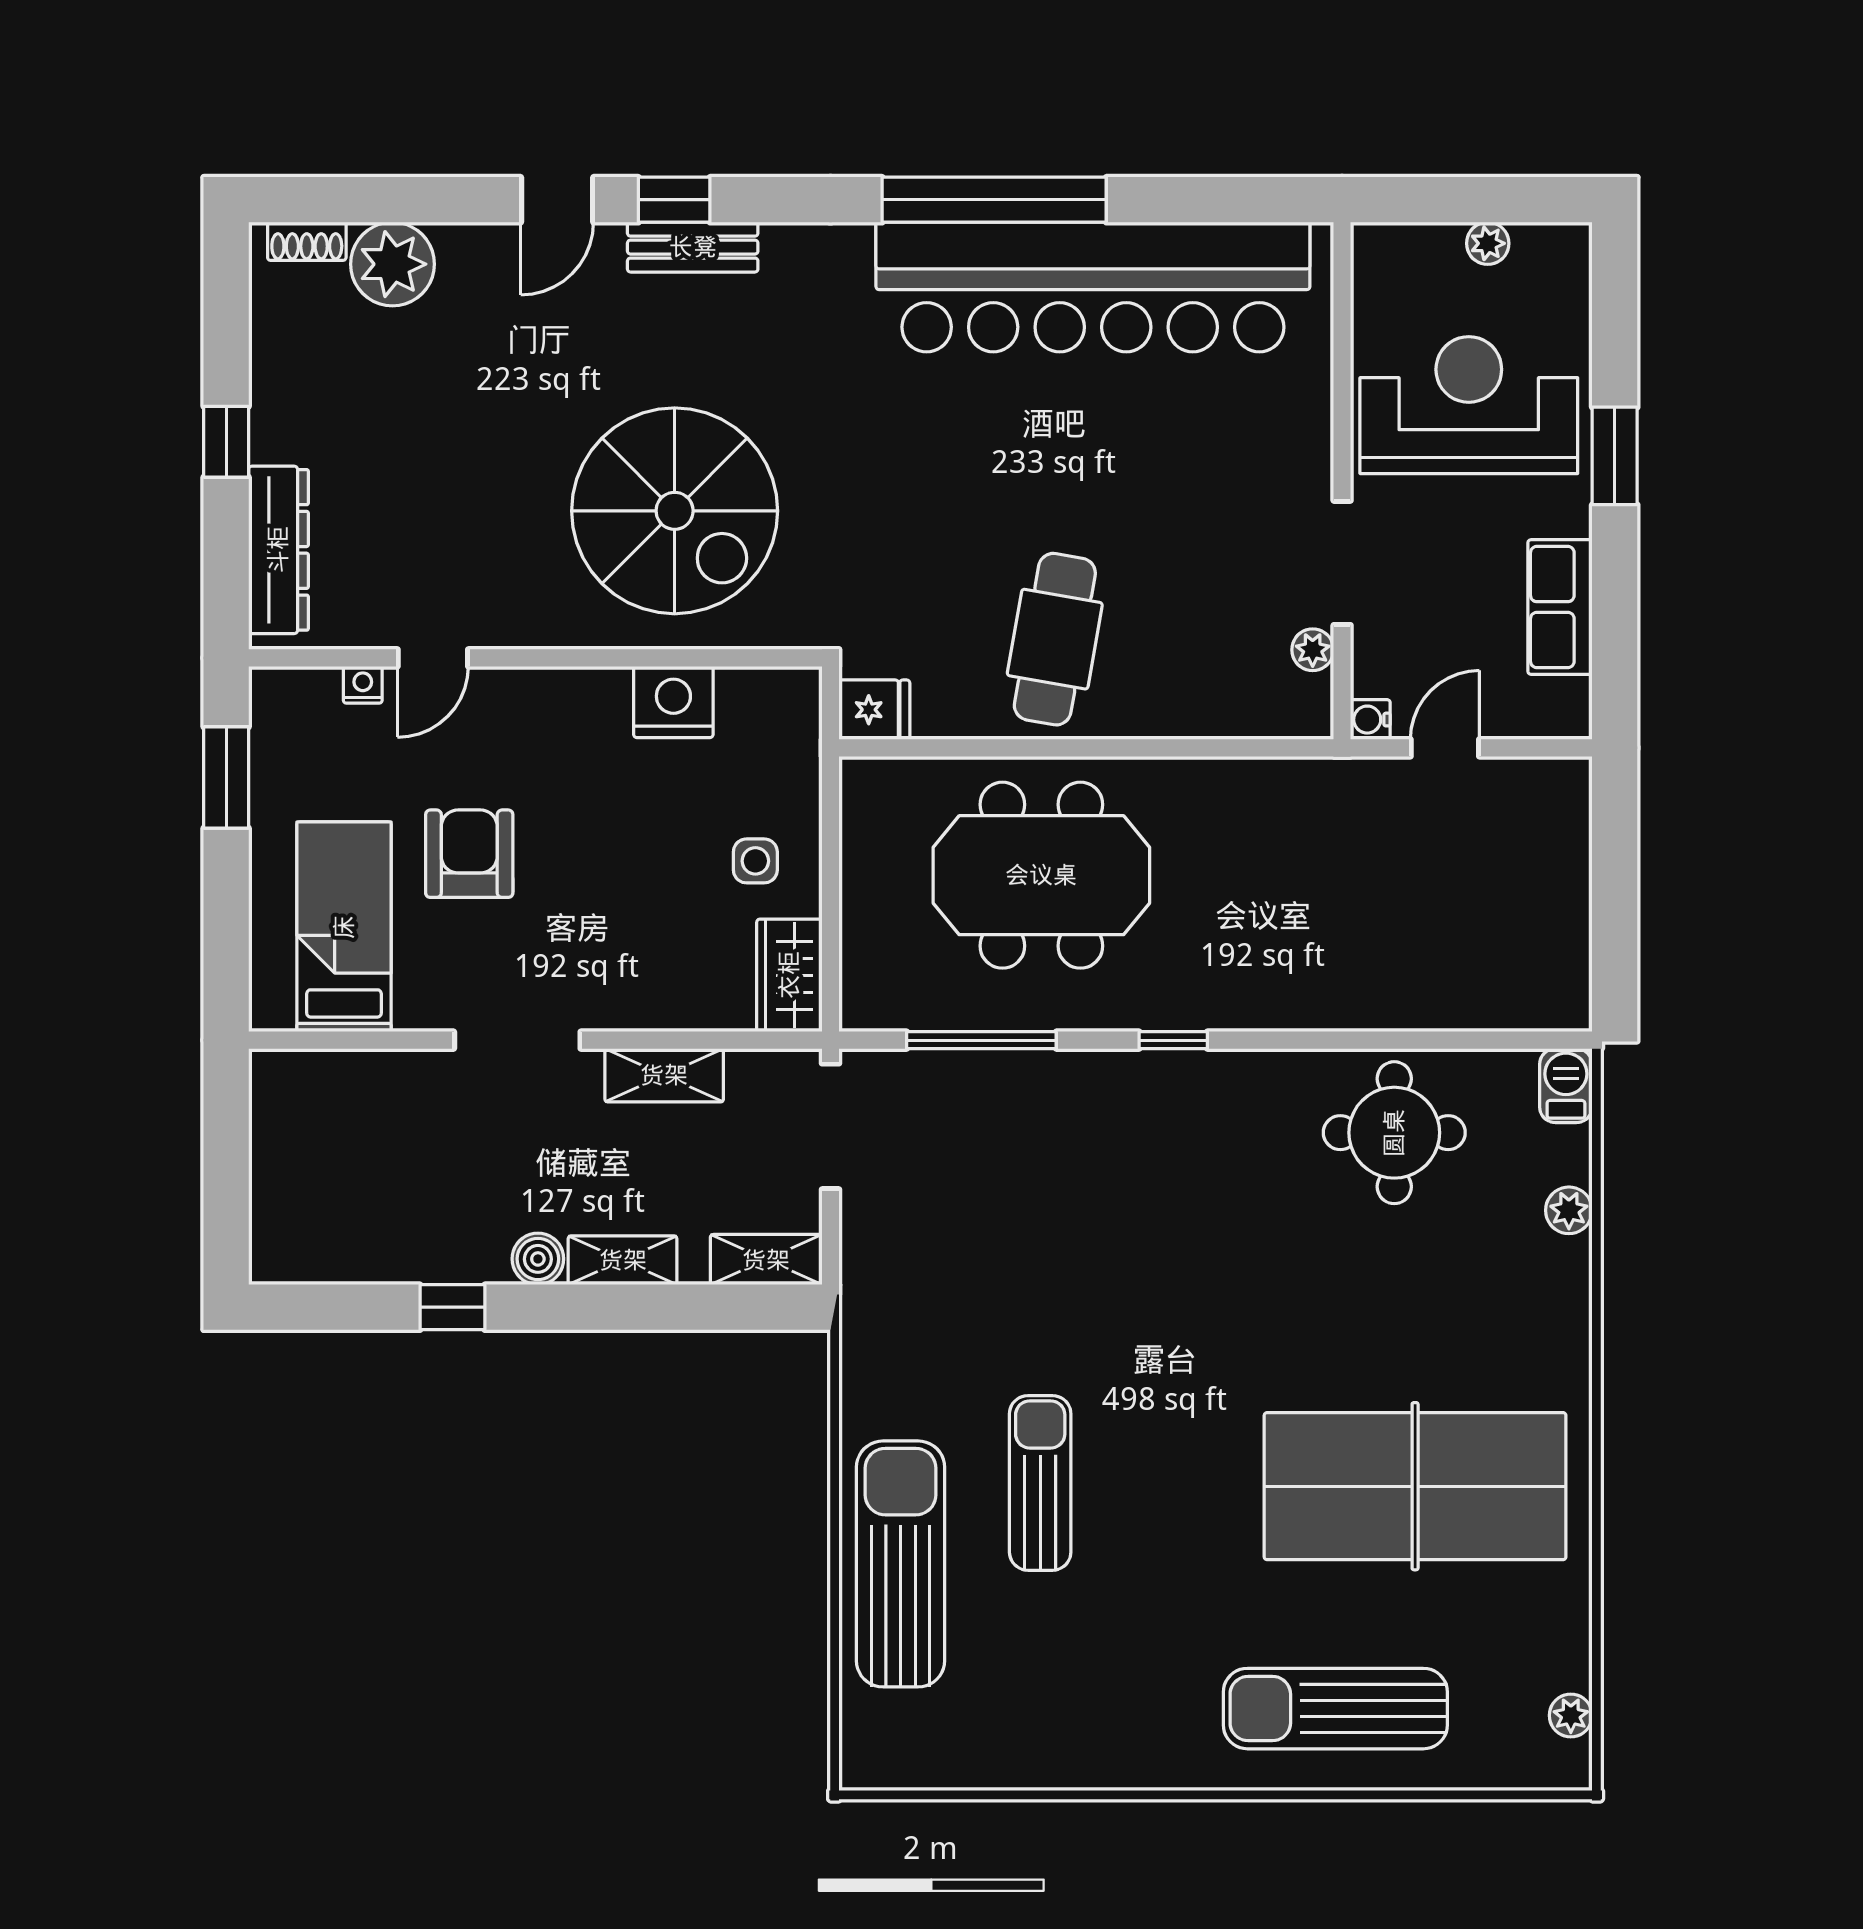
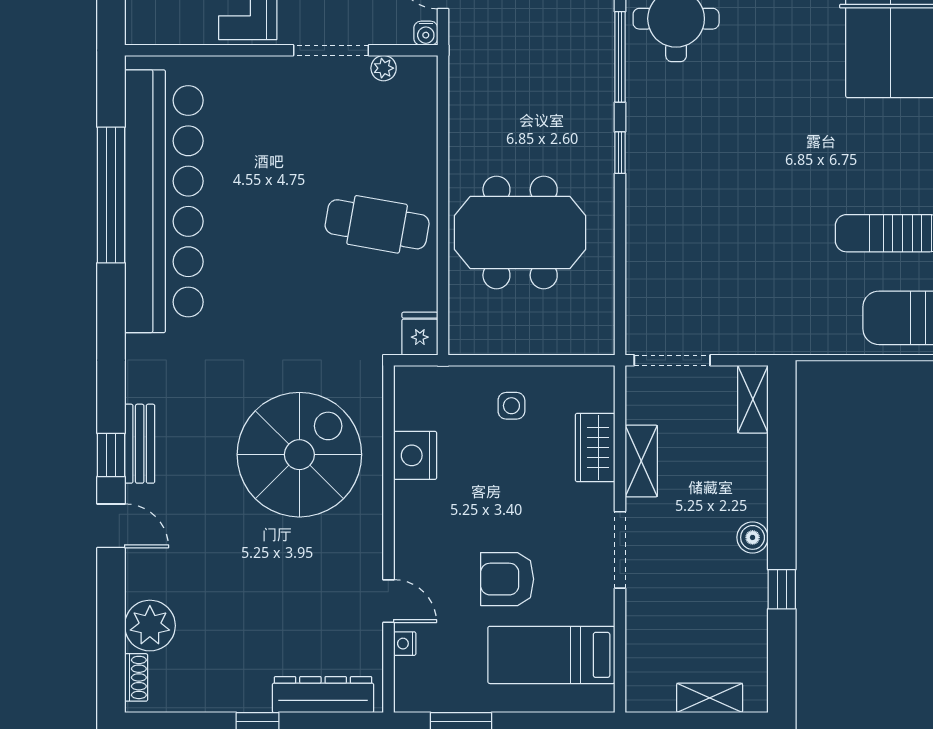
window: (994, 200) -> (111, 195), moved
meeting table: (1041, 875) -> (520, 232), turned 90
wardrobe: (789, 975) -> (595, 448), moved, turned 90
window: (981, 1040) -> (620, 57), moved
shelving: (623, 1260) -> (710, 698), moved, turned 90

